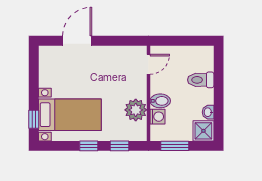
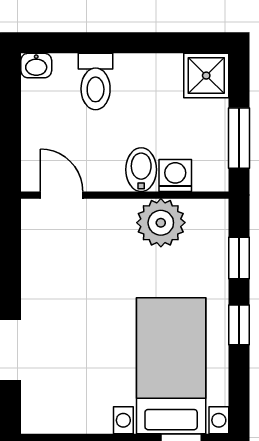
washbasin: (208, 112) -> (36, 66), moved

